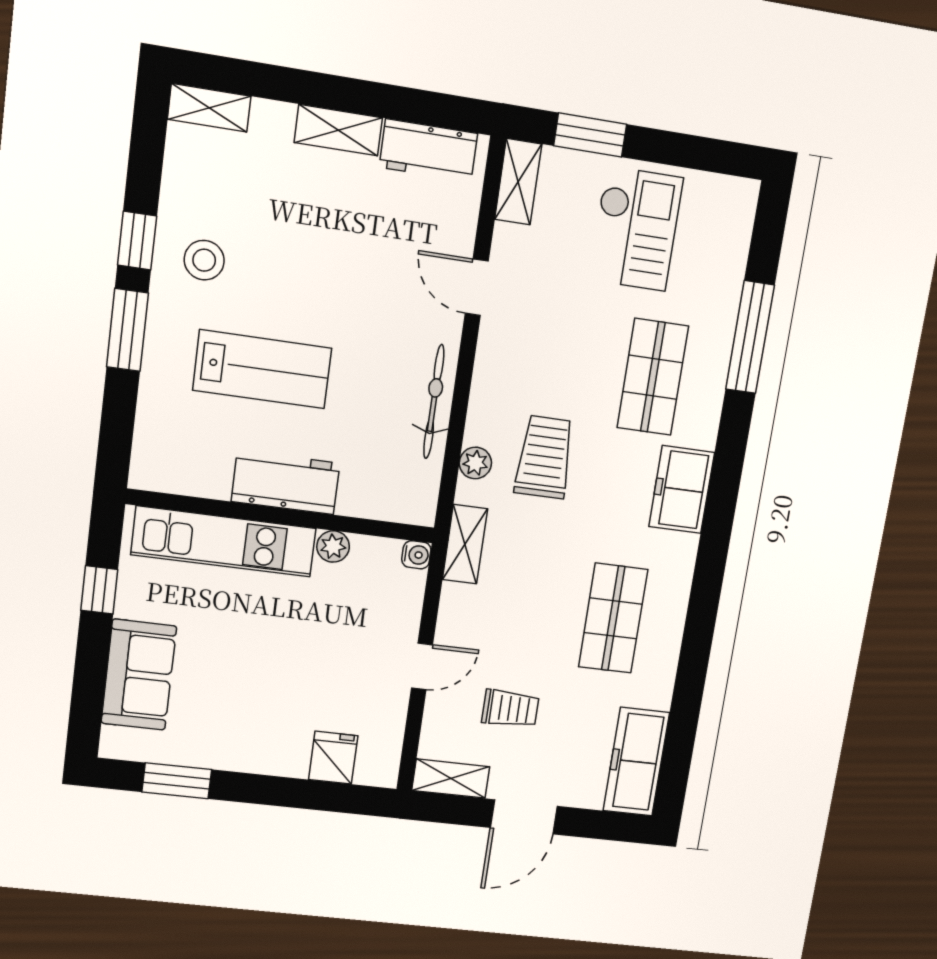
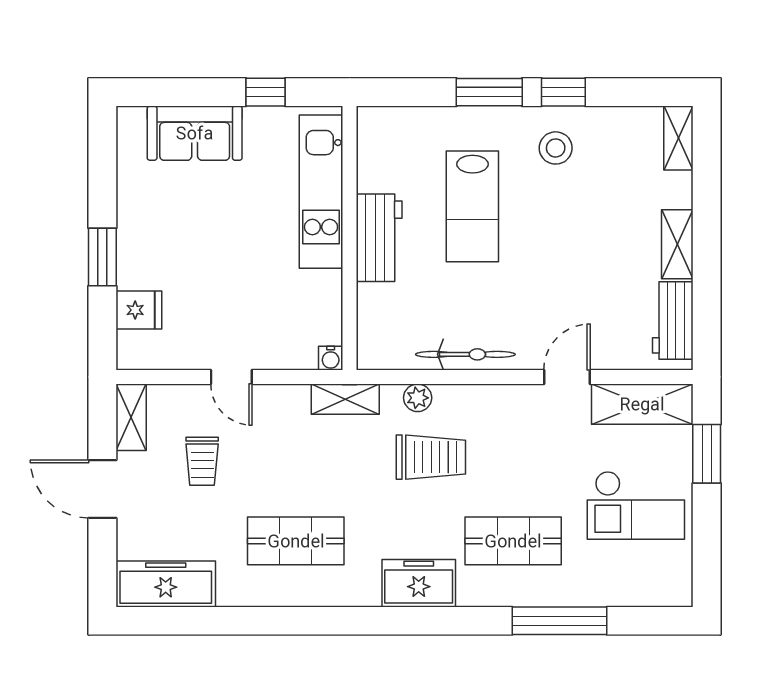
shelving: (518, 182) -> (642, 404), width x1.50, depth x1.33
plant: (333, 546) -> (329, 285), removed
window: (177, 781) -> (102, 257), moved

